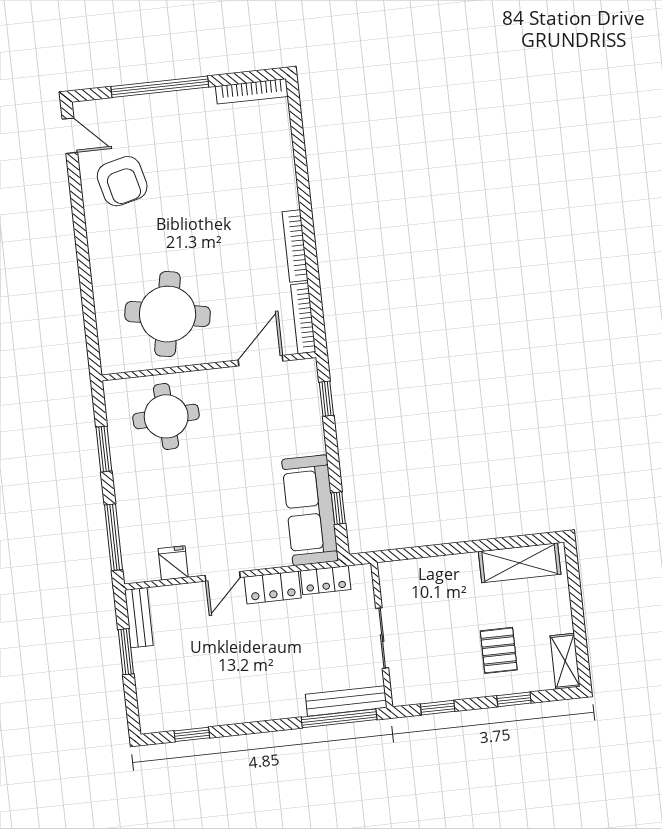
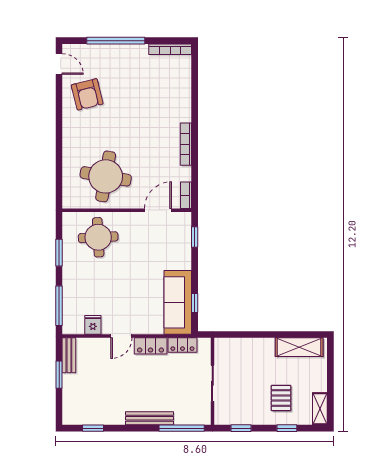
bookcase: (303, 318) -> (186, 195), width x0.64
bench: (346, 701) -> (149, 418), moved

